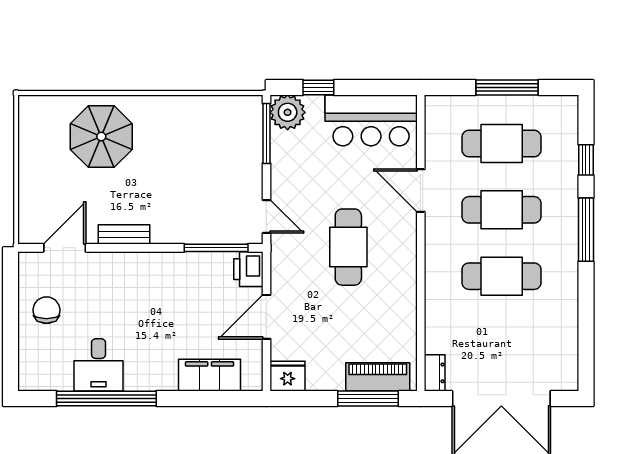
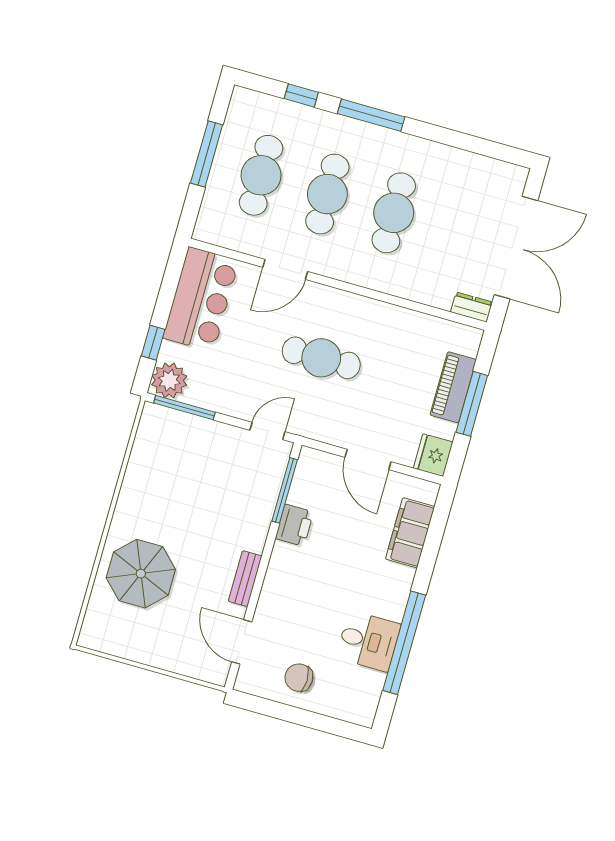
printer: (248, 269) -> (294, 525), moved, turned -90
piano: (378, 377) -> (453, 387), moved
window: (368, 398) -> (472, 404), moved

